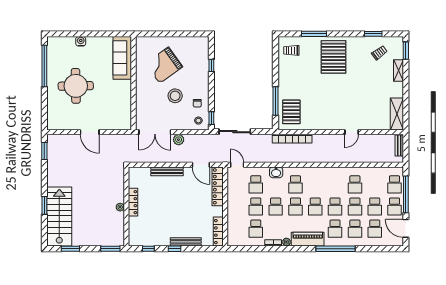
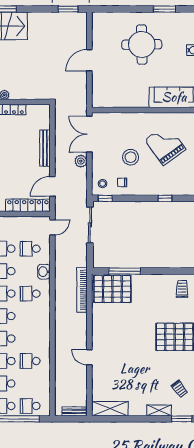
window: (44, 66) -> (164, 9), width x0.47
pallet: (291, 112) -> (112, 289), width x1.37, depth x1.41

